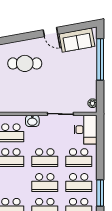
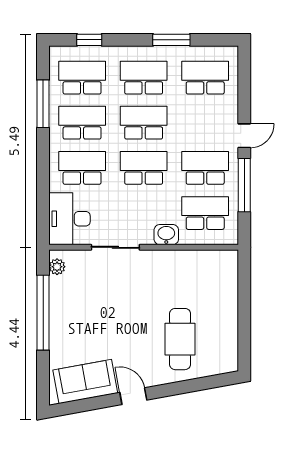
window: (100, 59) -> (43, 313), moved
cafe table: (25, 63) -> (180, 339), turned 90

